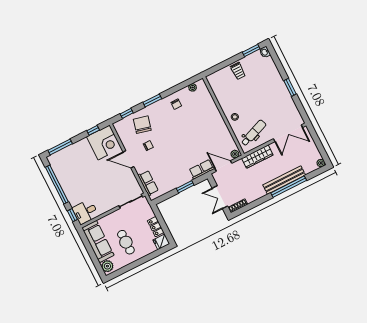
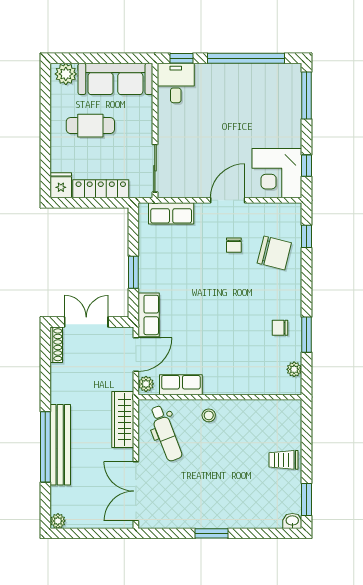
window: (152, 100) -> (307, 335), moved
row of seats: (227, 137) -> (181, 385), added
locker: (156, 227) -> (101, 189), width x1.53

